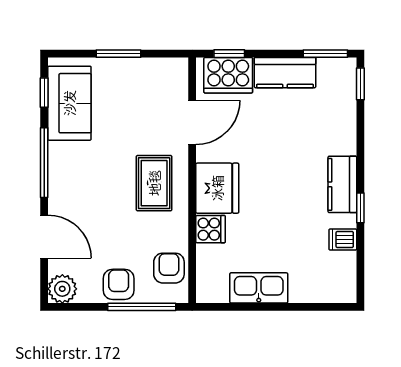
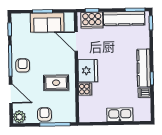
kitchen counter: (285, 73) -> (124, 18), width x1.50
sofa: (69, 103) -> (47, 22), moved, turned 90
door: (192, 122) -> (76, 41), swing flipped
rug: (154, 183) -> (56, 83), moved, turned 90
kitchen counter: (342, 184) -> (144, 68), width x1.50
armchair: (169, 268) -> (23, 65), moved
kitchen sink: (259, 288) -> (120, 115), moved

